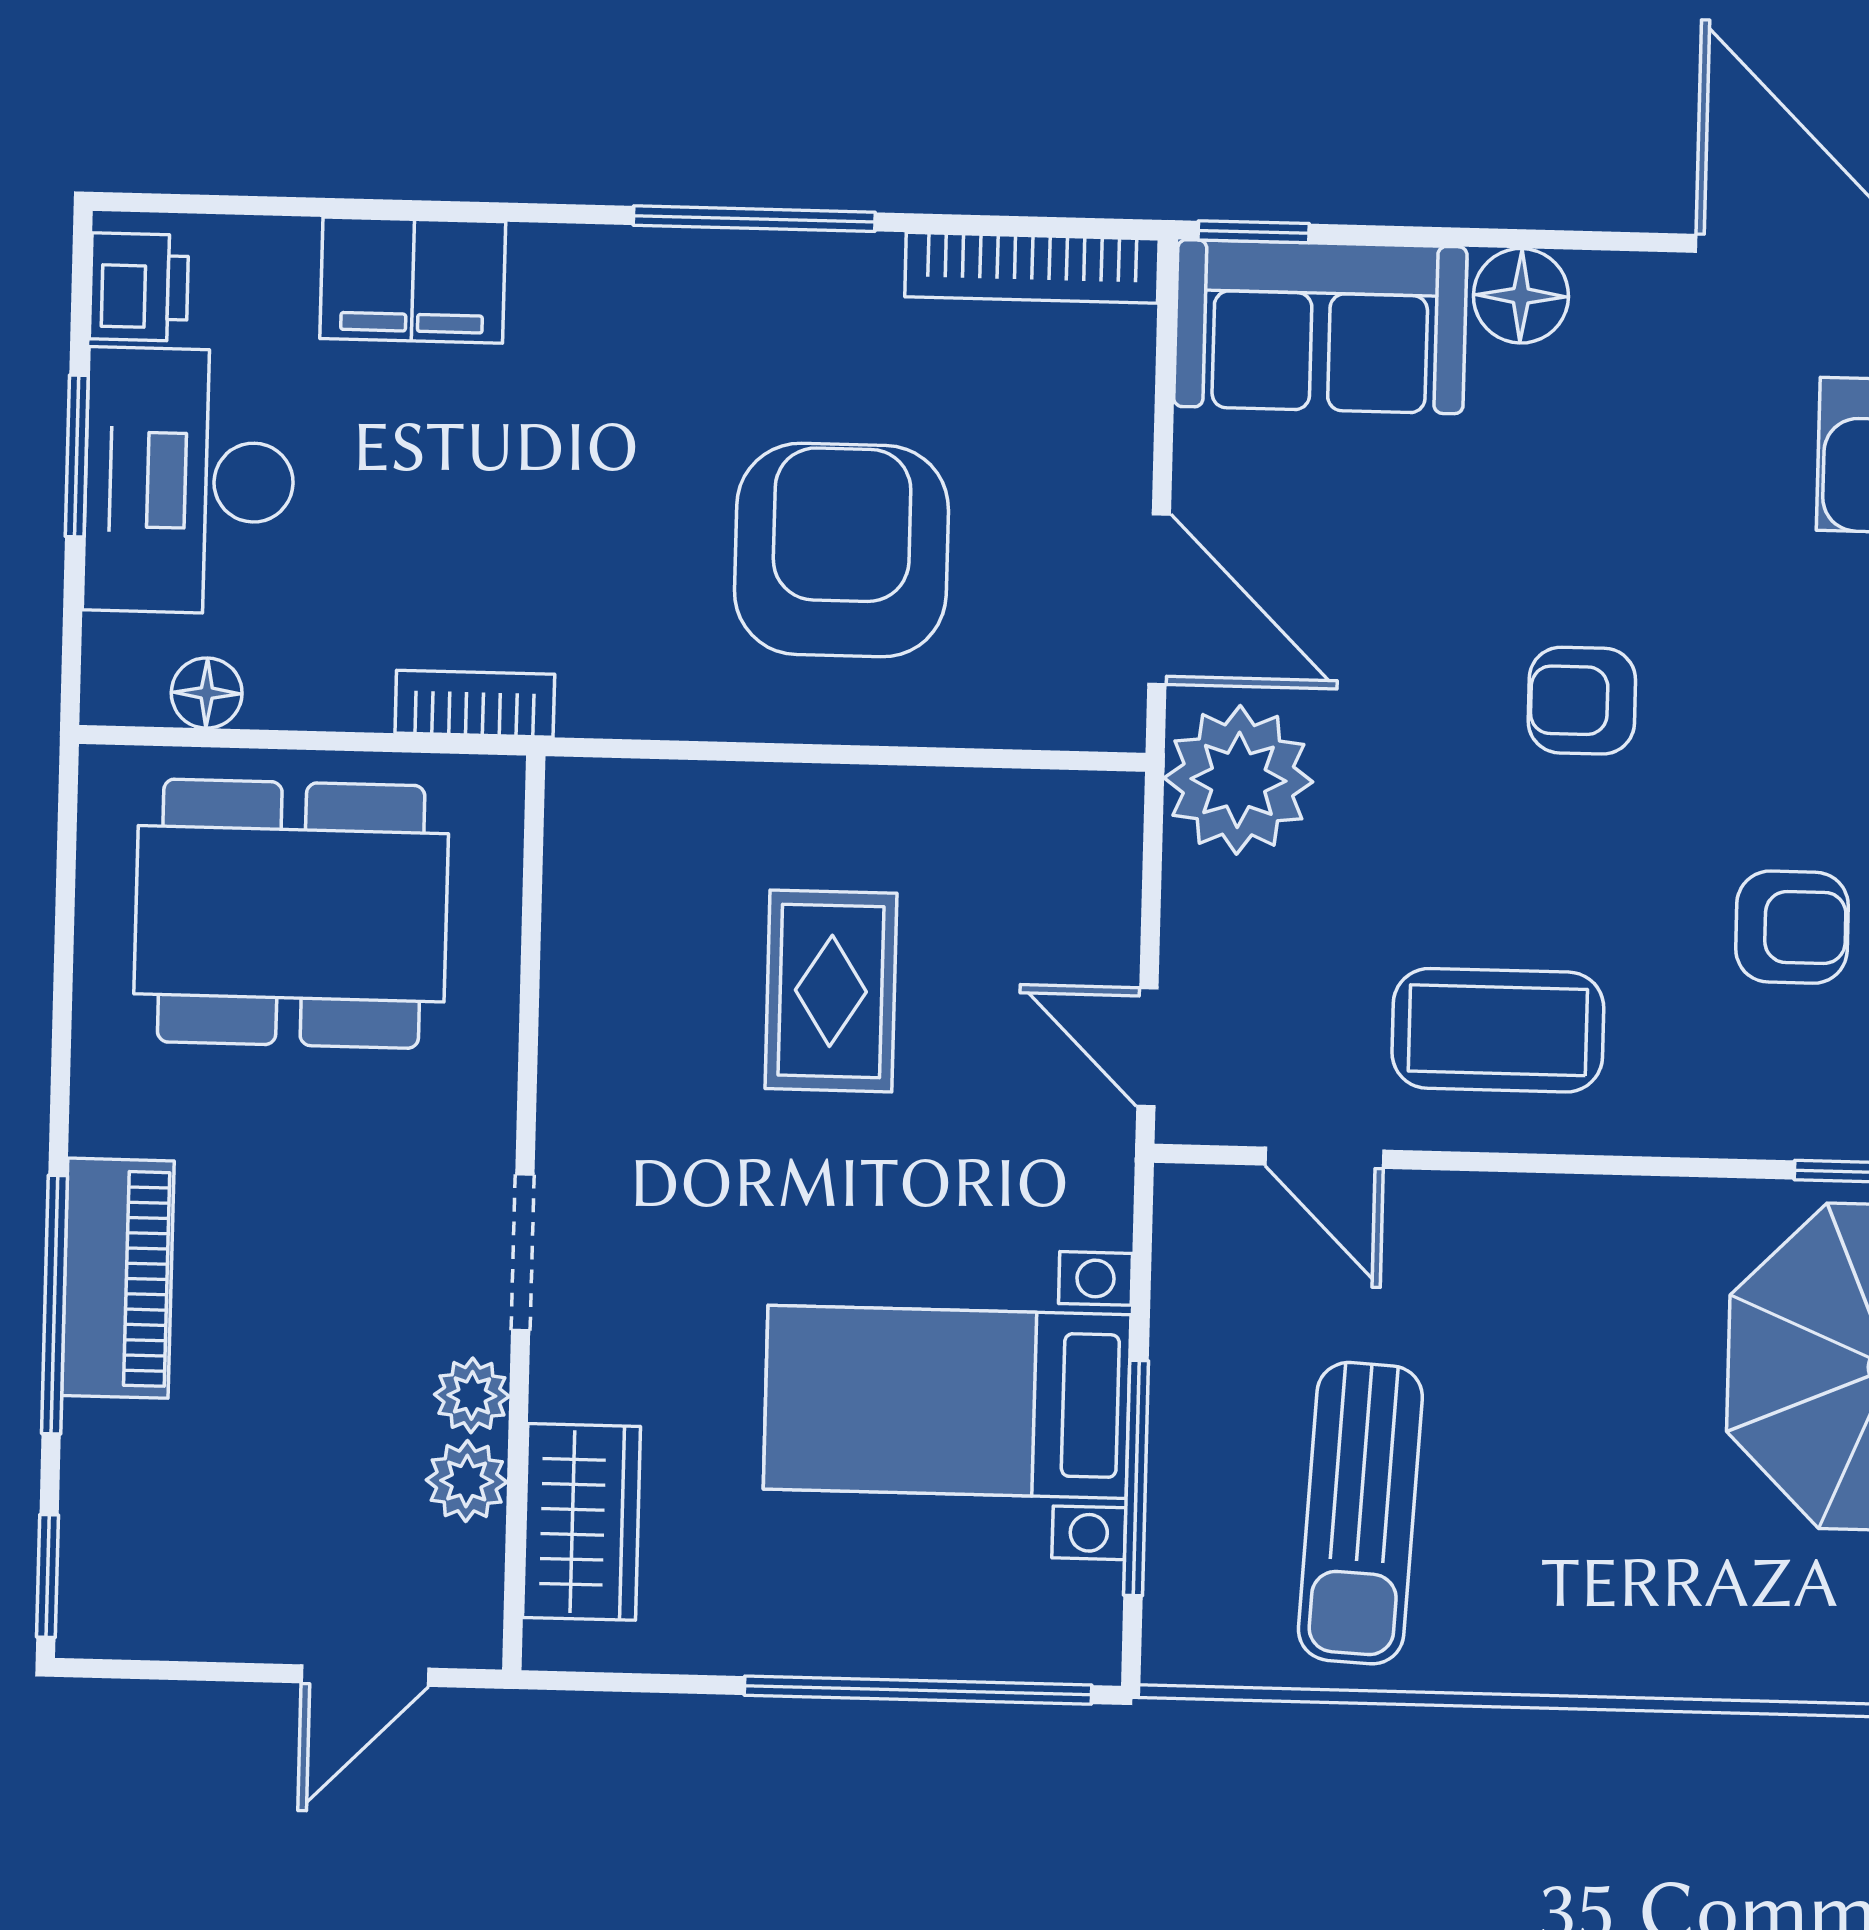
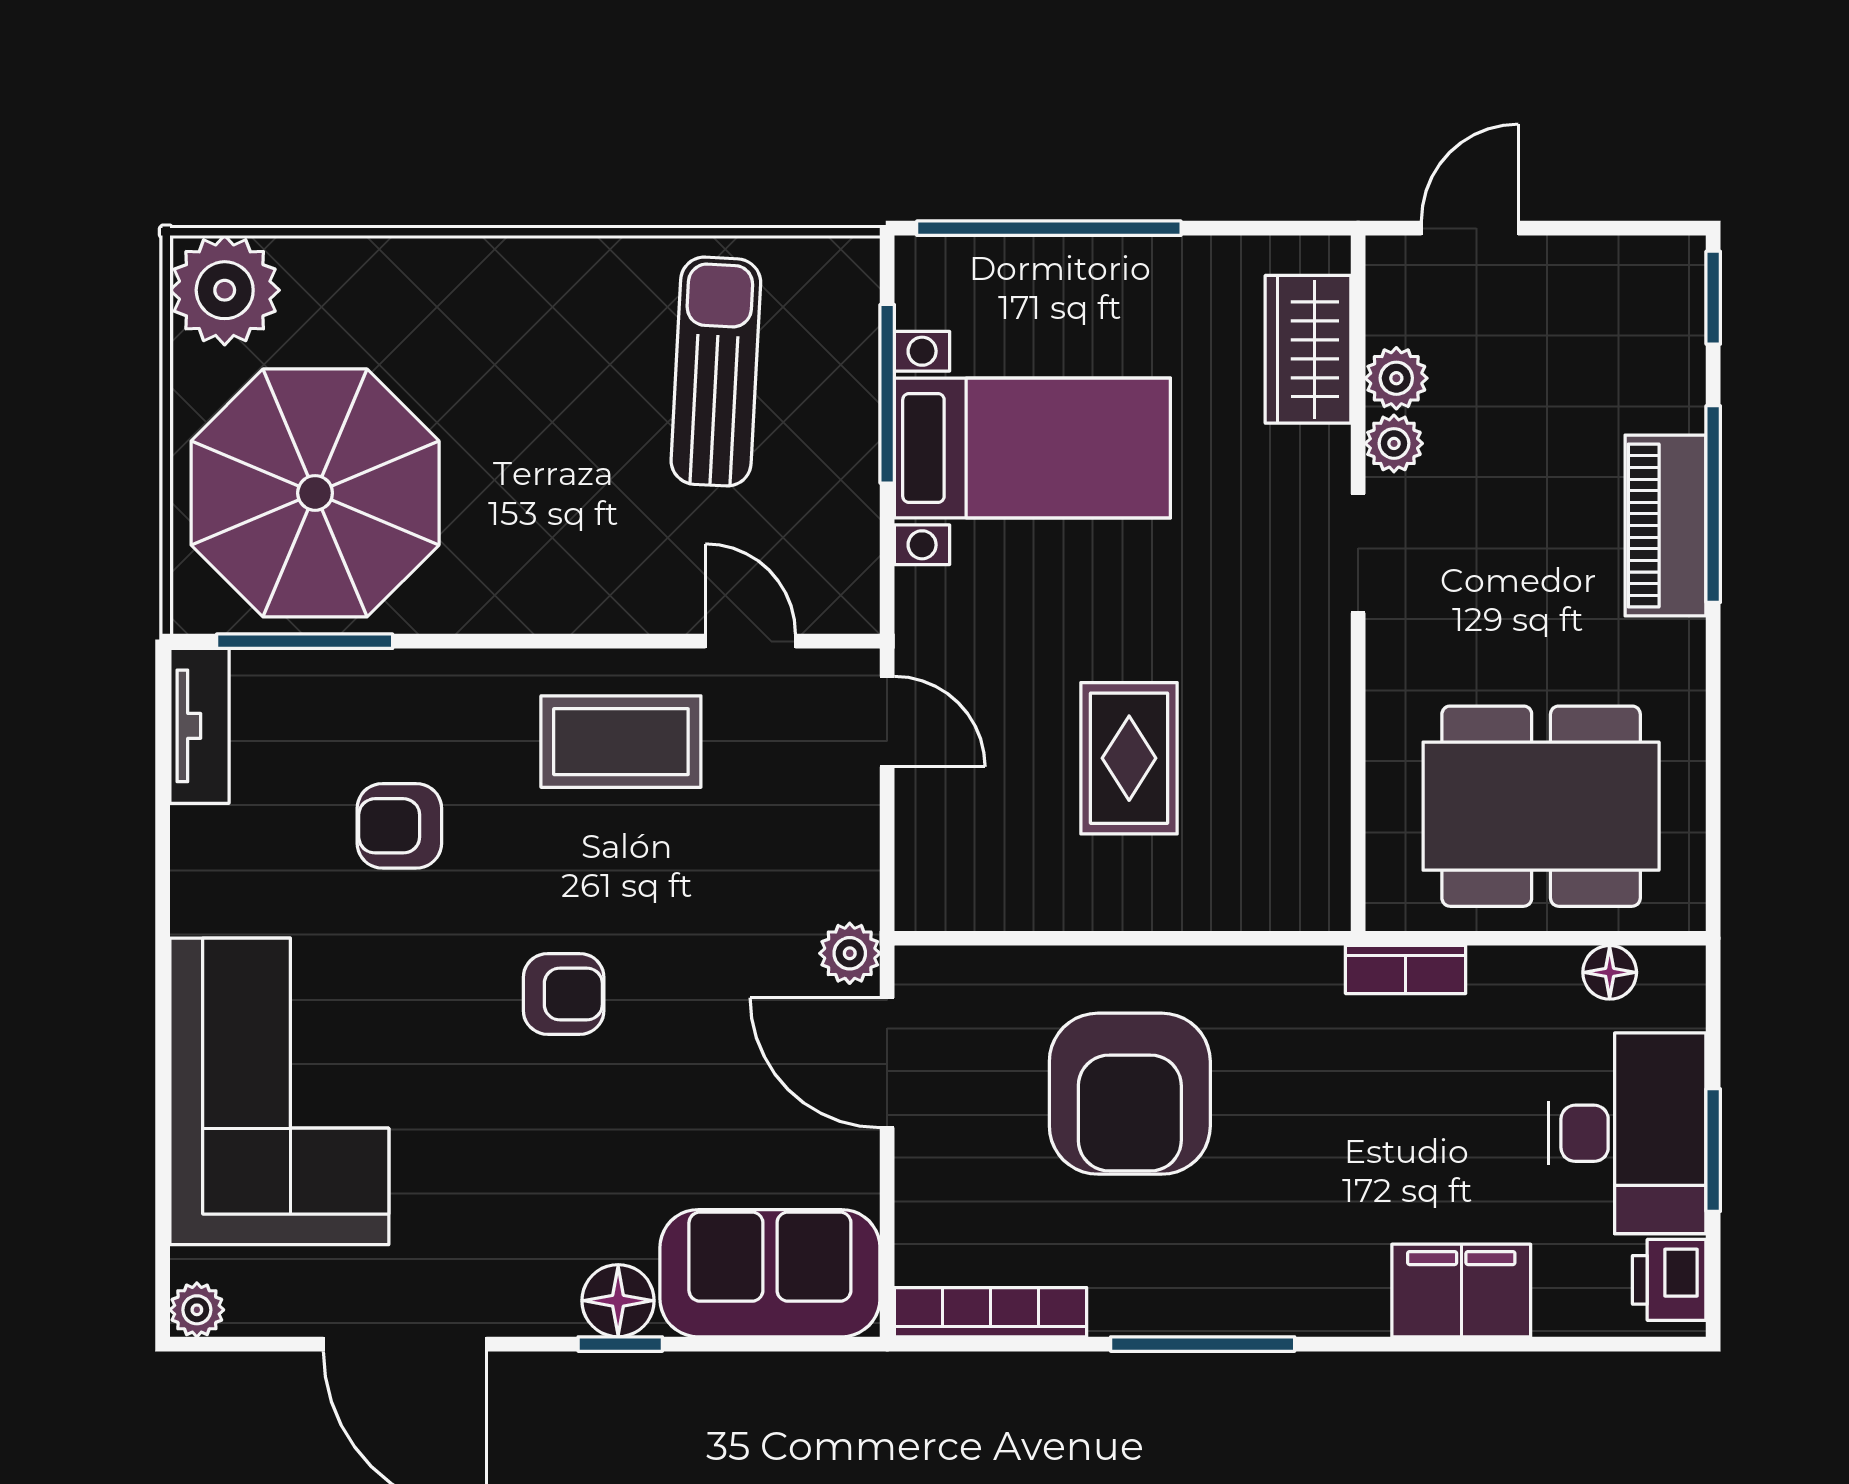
window: (1254, 232) -> (620, 1344), moved
plant: (1238, 780) -> (850, 953), width x0.53, depth x0.53

